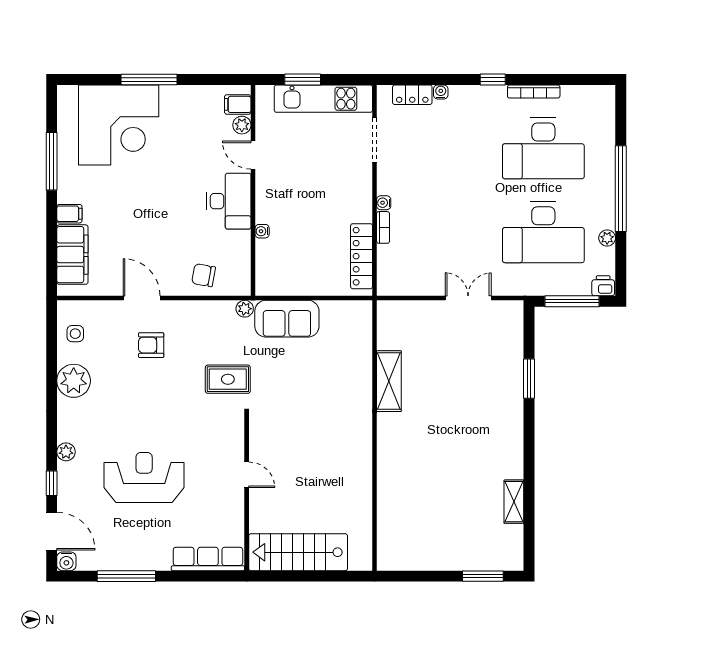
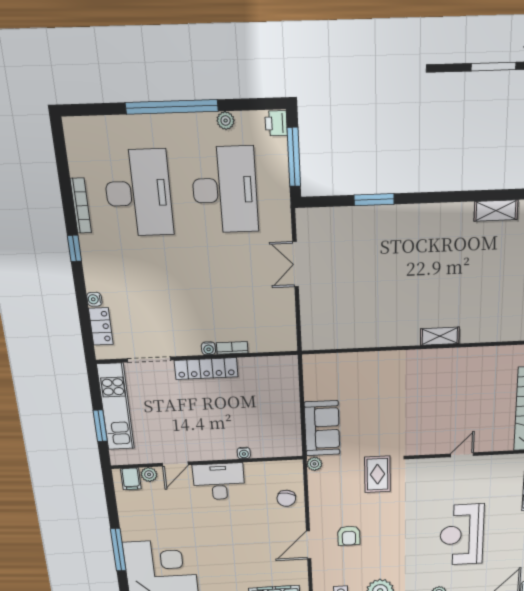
locker: (362, 256) -> (206, 369), moved
shelving: (389, 381) -> (440, 336), moved, width x0.67, depth x0.75

